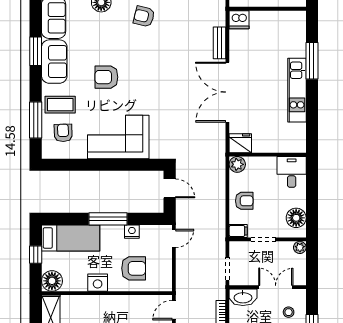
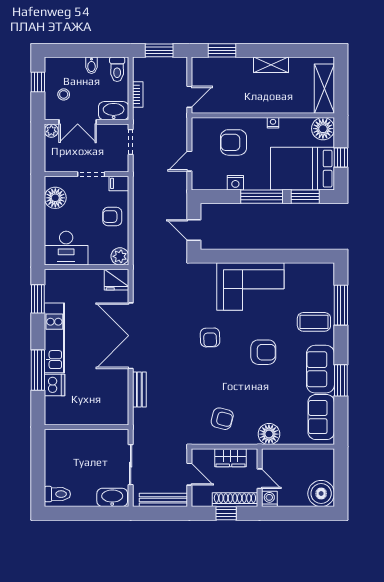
dishwasher: (239, 20) -> (55, 385), moved, turned 90
double door: (227, 92) -> (131, 336), swing flipped
window: (312, 126) -> (38, 299), added
armchair: (63, 133) -> (210, 337), moved
desk: (292, 172) -> (66, 248), width x1.37
window: (68, 219) -> (305, 197), added
bed: (71, 238) -> (302, 169), width x1.50
door: (174, 239) -> (189, 161), moved
plant: (300, 247) -> (51, 131), moved
nightstand: (98, 283) -> (273, 123), width x0.53, depth x0.56

